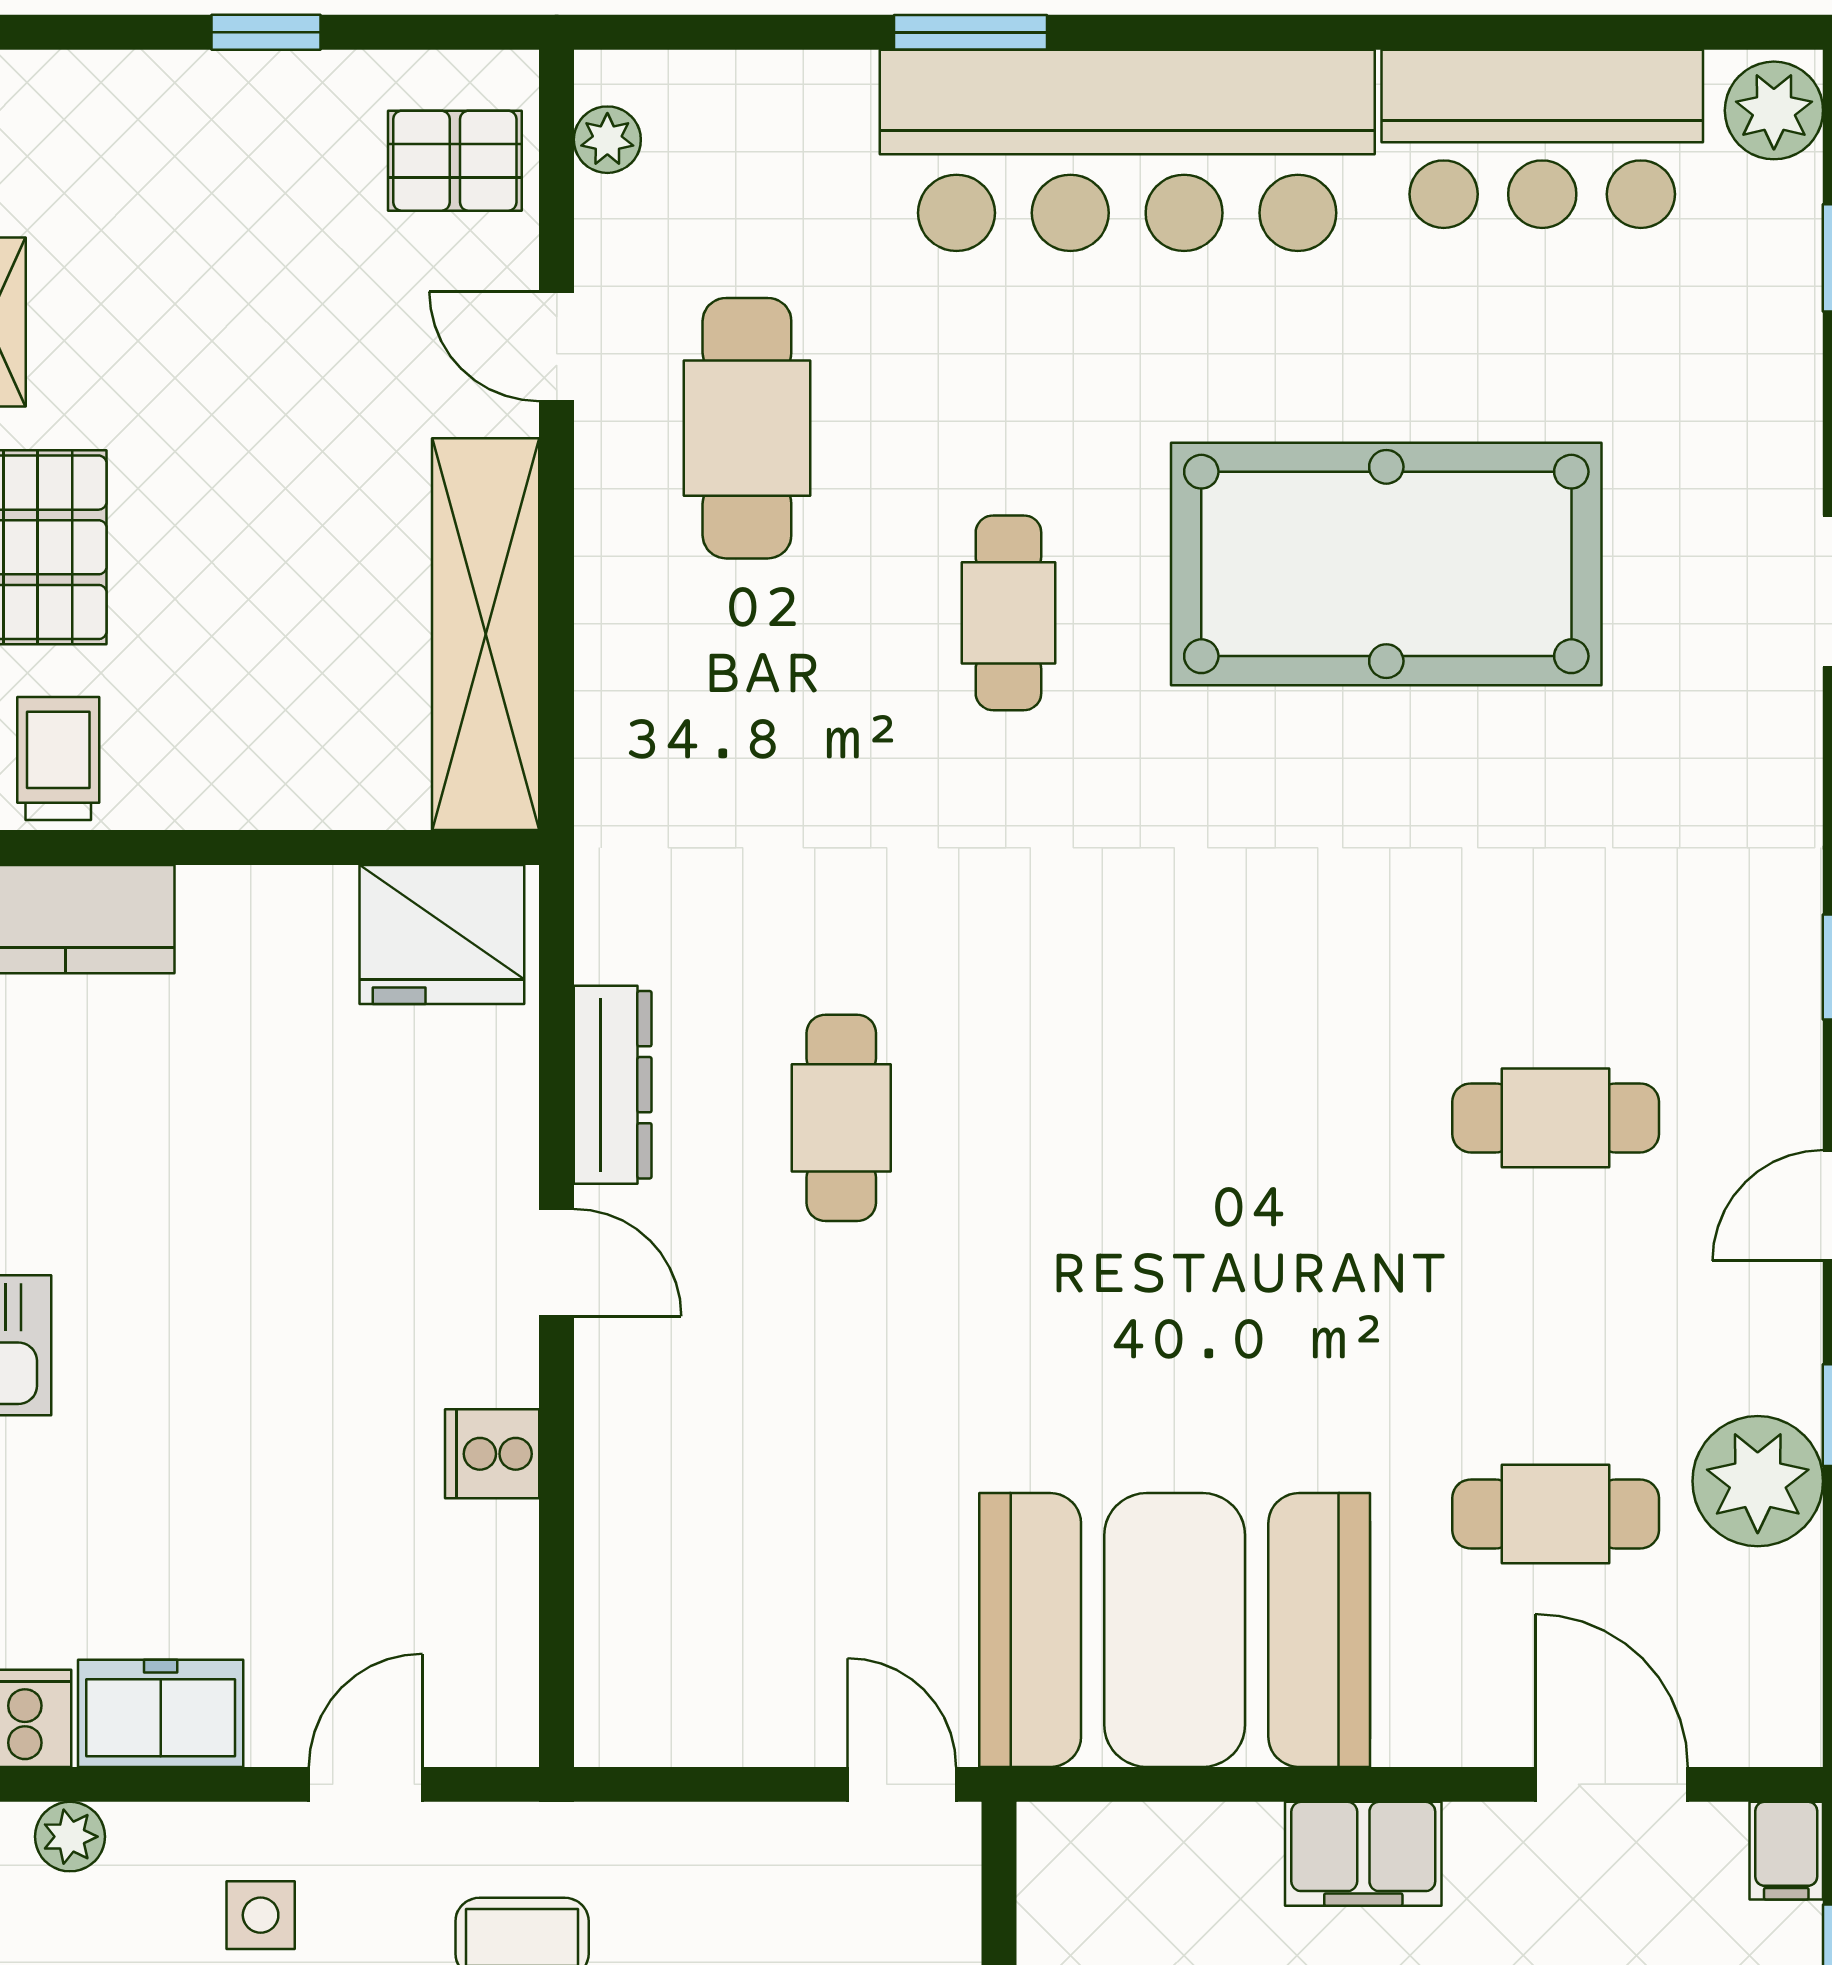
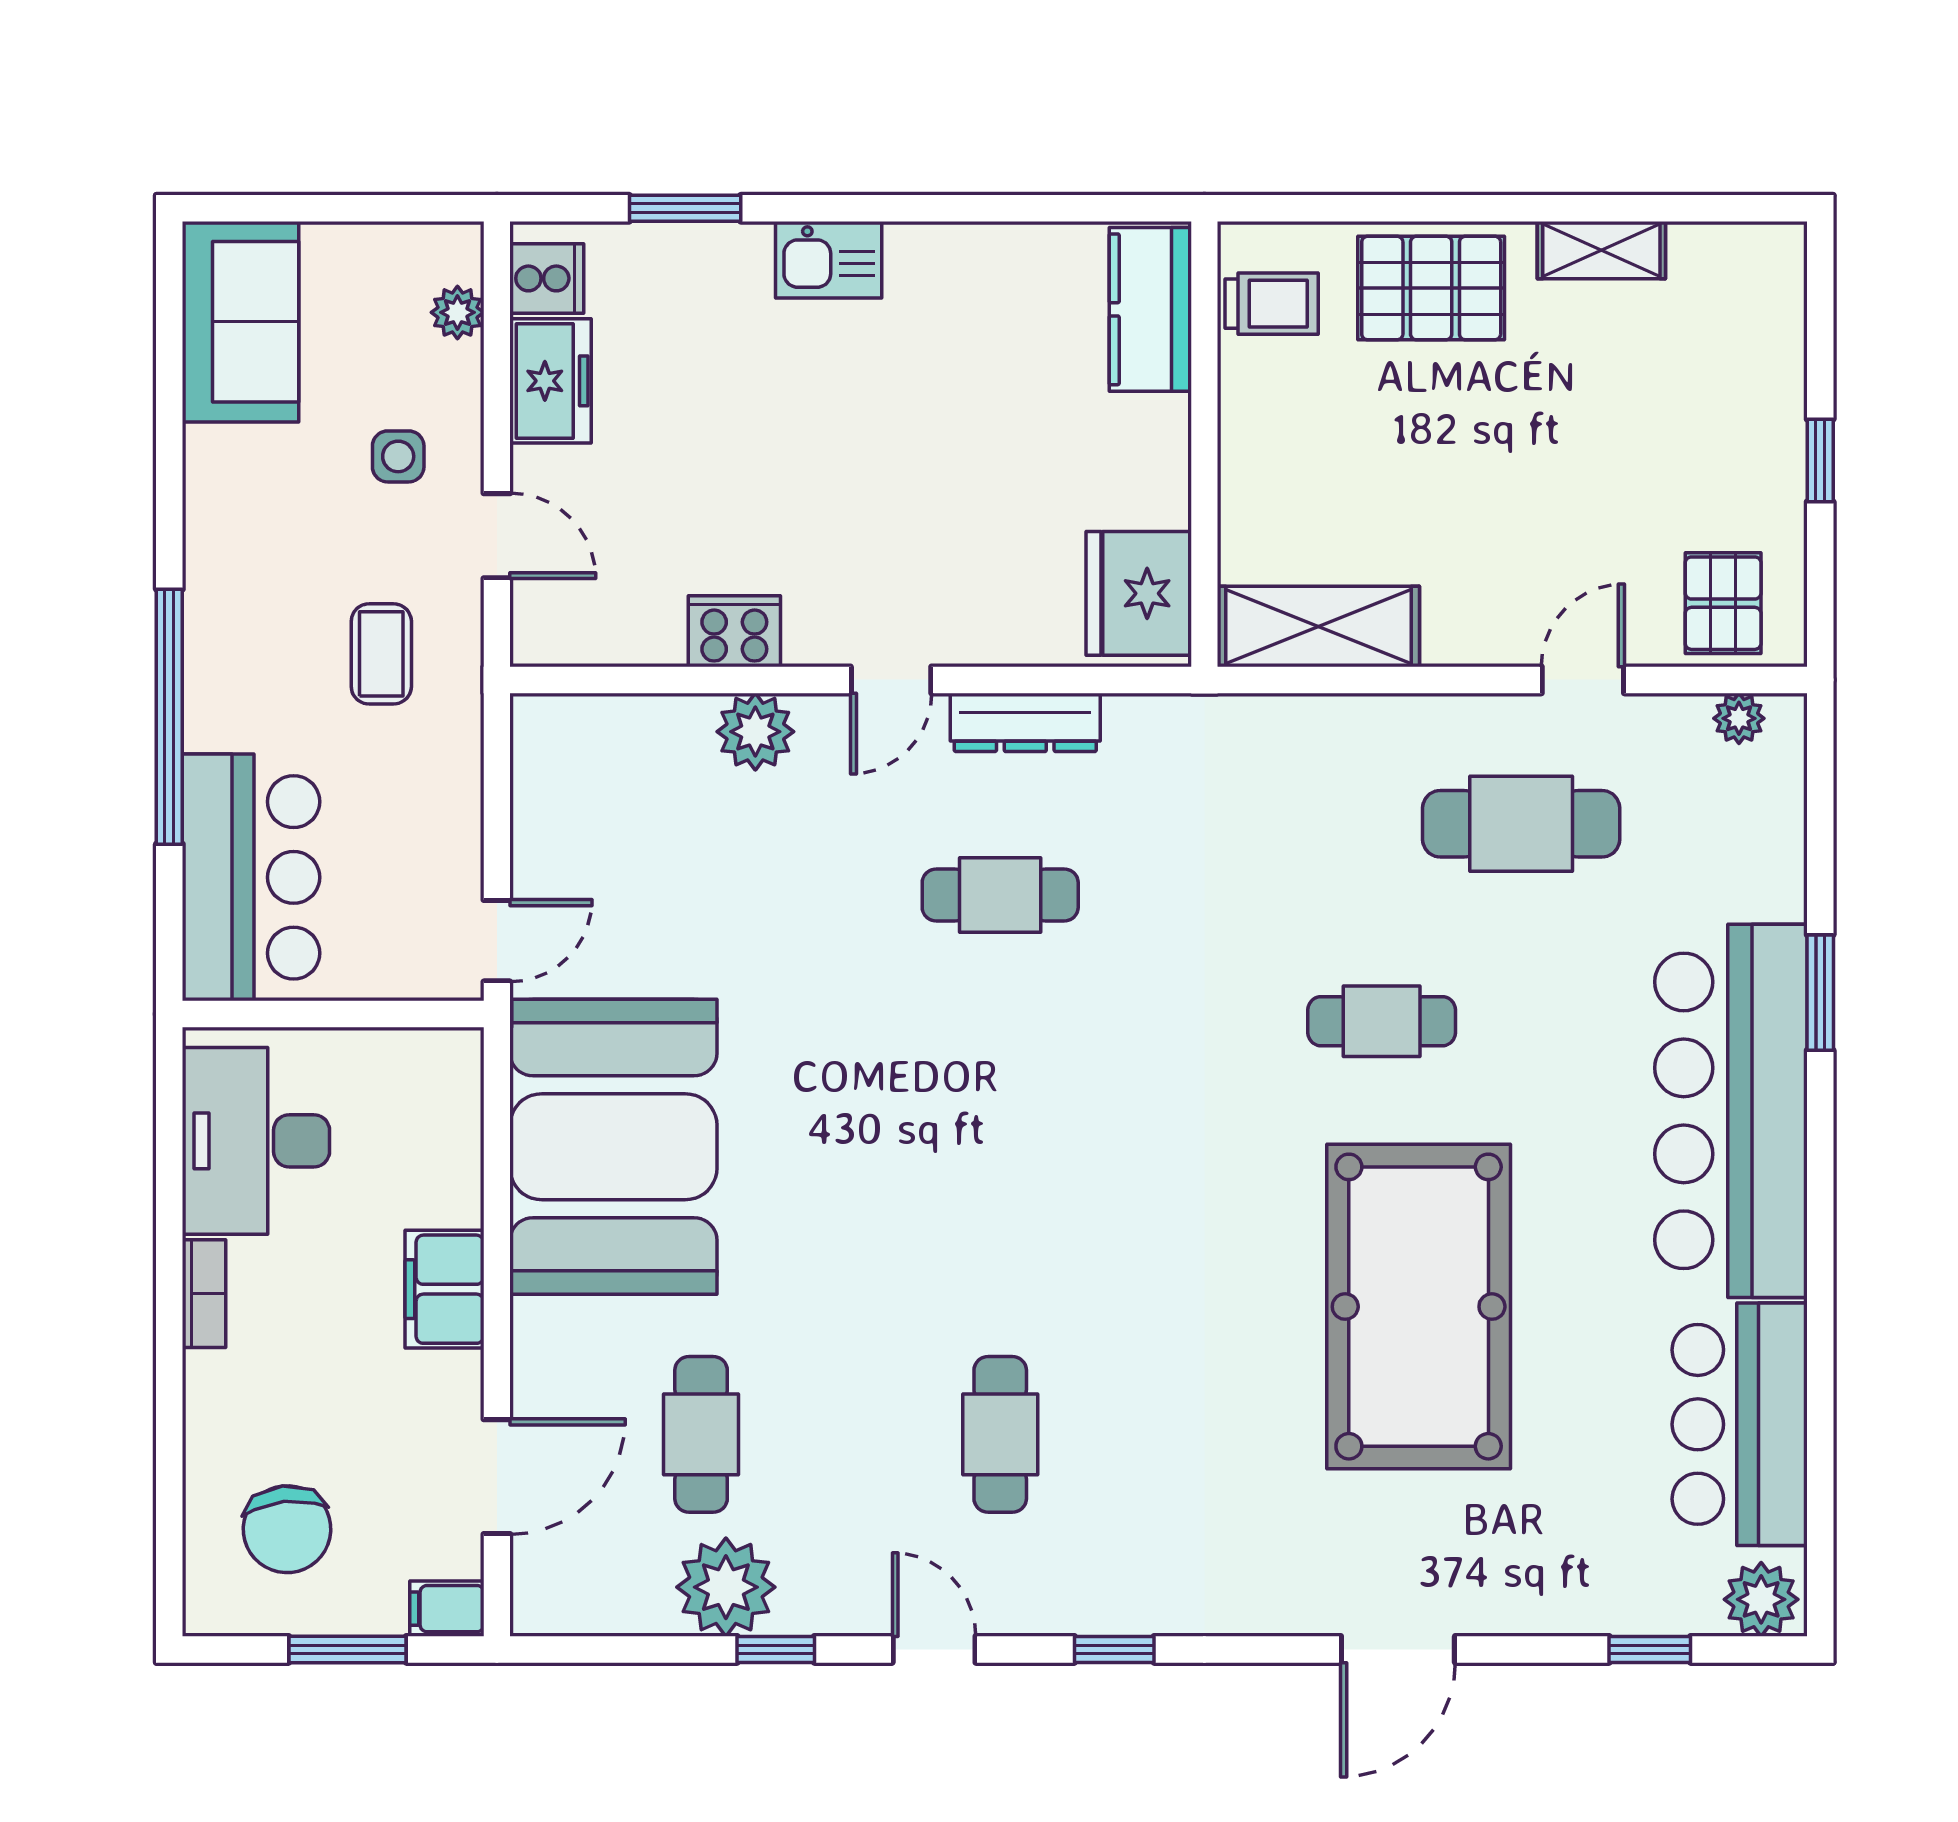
shelving: (486, 634) -> (1318, 626), width x0.68
plant: (625, 1442) -> (755, 732), added
cooker: (492, 1454) -> (734, 631), width x1.36

